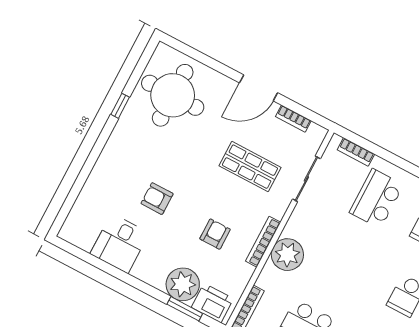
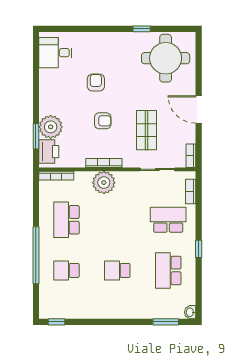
bookcase: (293, 119) -> (191, 156), moved
armchair: (215, 234) -> (103, 121), moved
desk: (120, 243) -> (55, 53), moved

